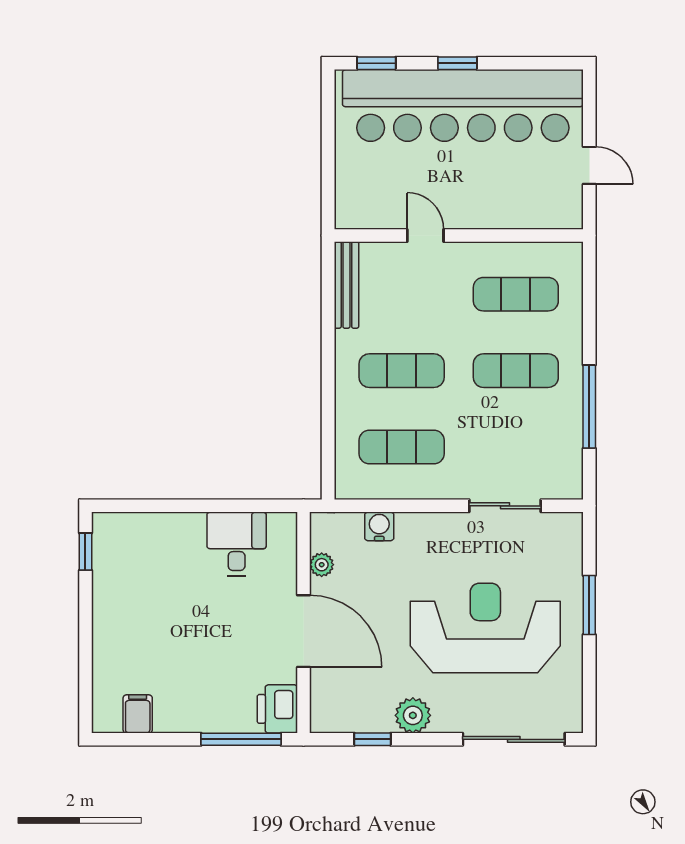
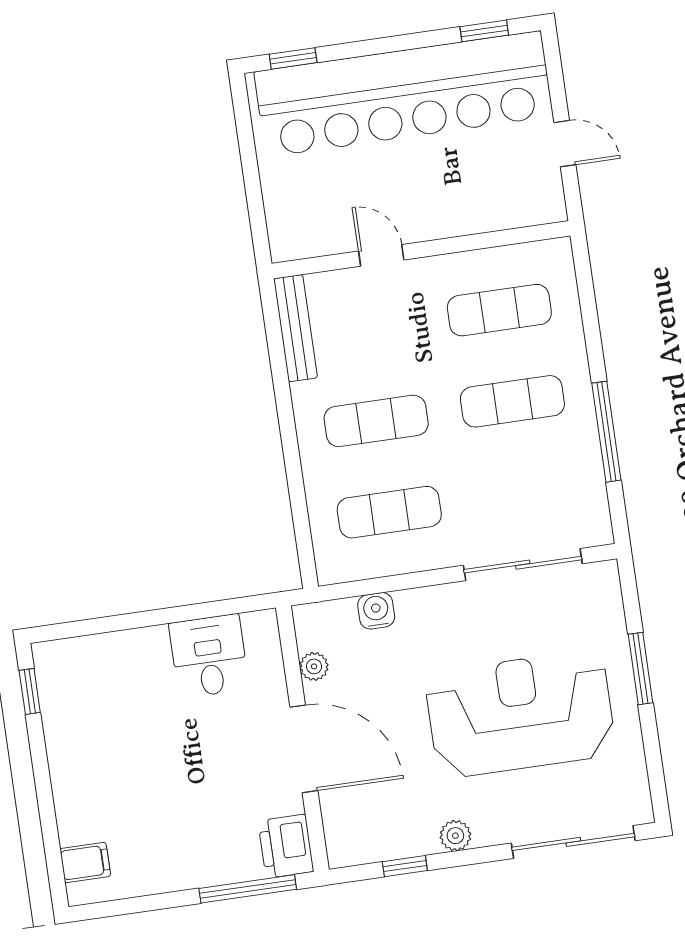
window: (457, 63) -> (484, 31), moved
sliding door: (505, 506) -> (523, 565), width x1.37
filing cabinet: (138, 714) -> (85, 862), moved, turned 90
plant: (413, 715) -> (455, 836), width x0.73, depth x0.73

